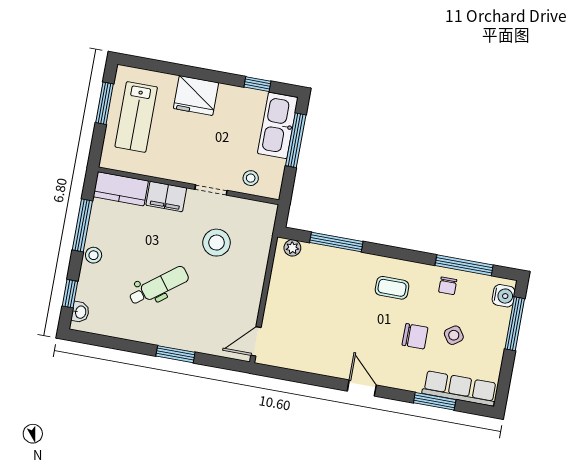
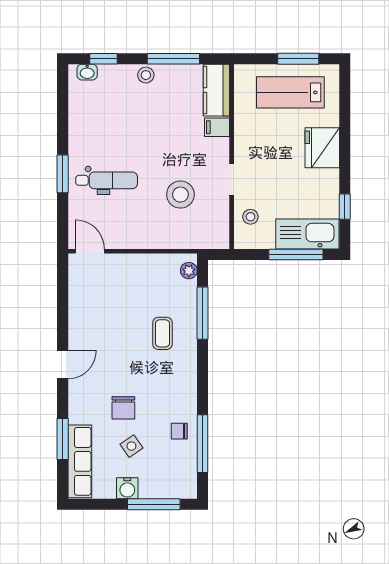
filing cabinet: (166, 197) -> (217, 127), width x0.50
dental chair: (159, 286) -> (107, 180), moved, turned -53
coffee table: (392, 288) -> (162, 333), moved
water cooler: (504, 296) -> (127, 488), moved

